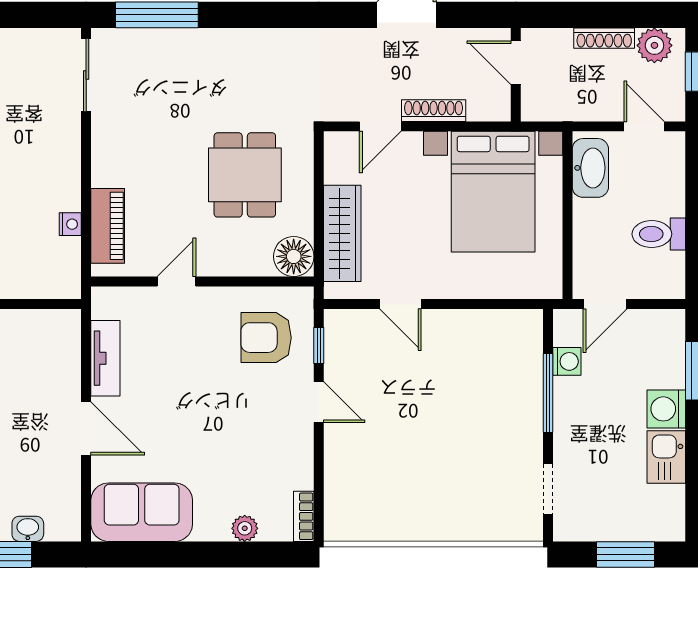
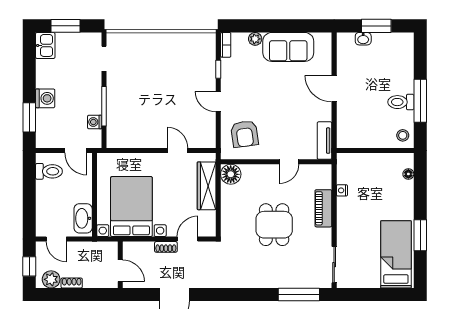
shoe rack: (604, 38) -> (72, 283), width x0.70
shoe rack: (434, 111) -> (166, 247), width x0.70
dining table: (245, 175) -> (274, 225), moved
piano: (108, 226) -> (323, 208), moved
toilet: (659, 234) -> (49, 171), moved
door: (605, 304) -> (76, 151), swing flipped
armchair: (266, 338) -> (245, 134), turned 82
window: (319, 346) -> (218, 69), moved
tv unit: (105, 358) -> (325, 141), moved
kitchen sink: (666, 457) -> (45, 45), moved
sofa: (142, 512) -> (288, 47), moved

